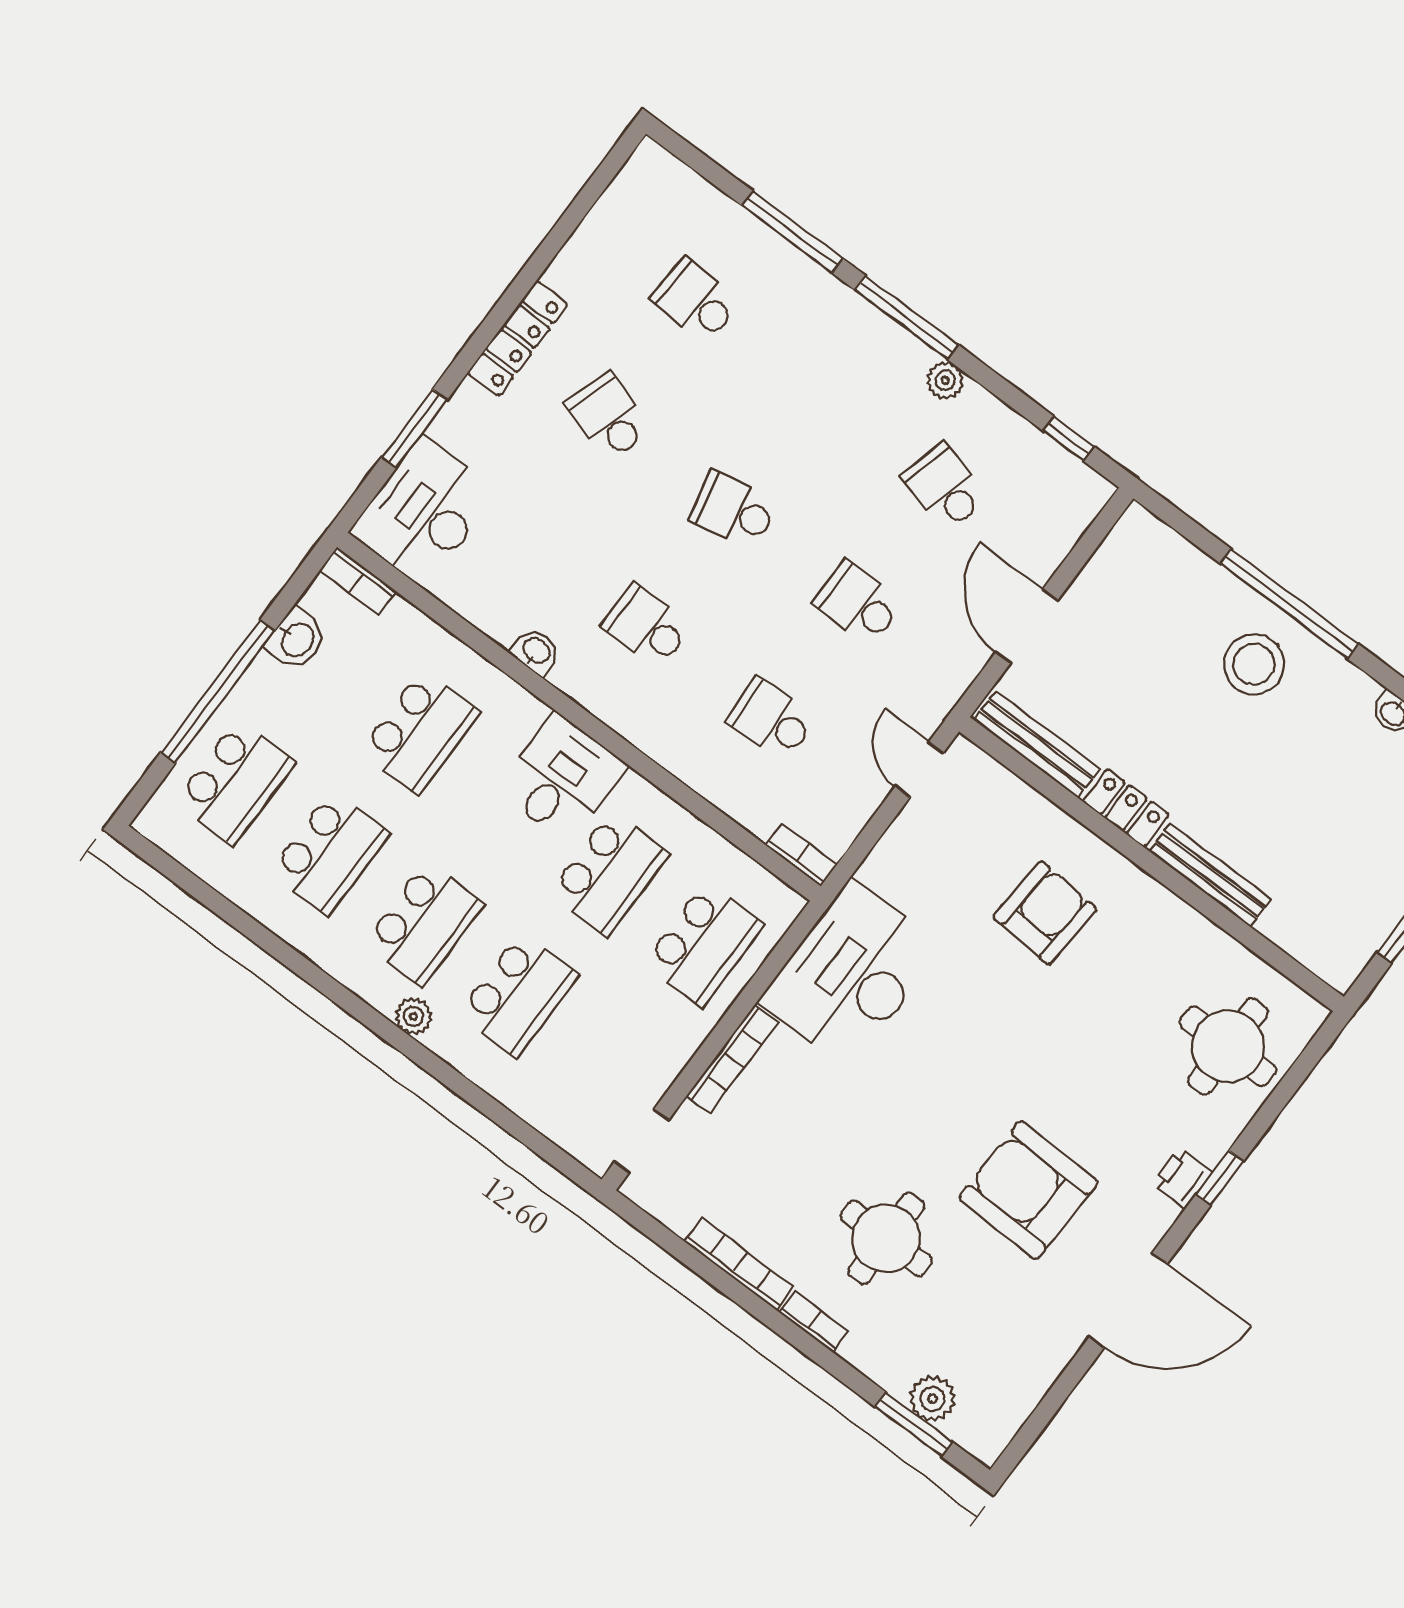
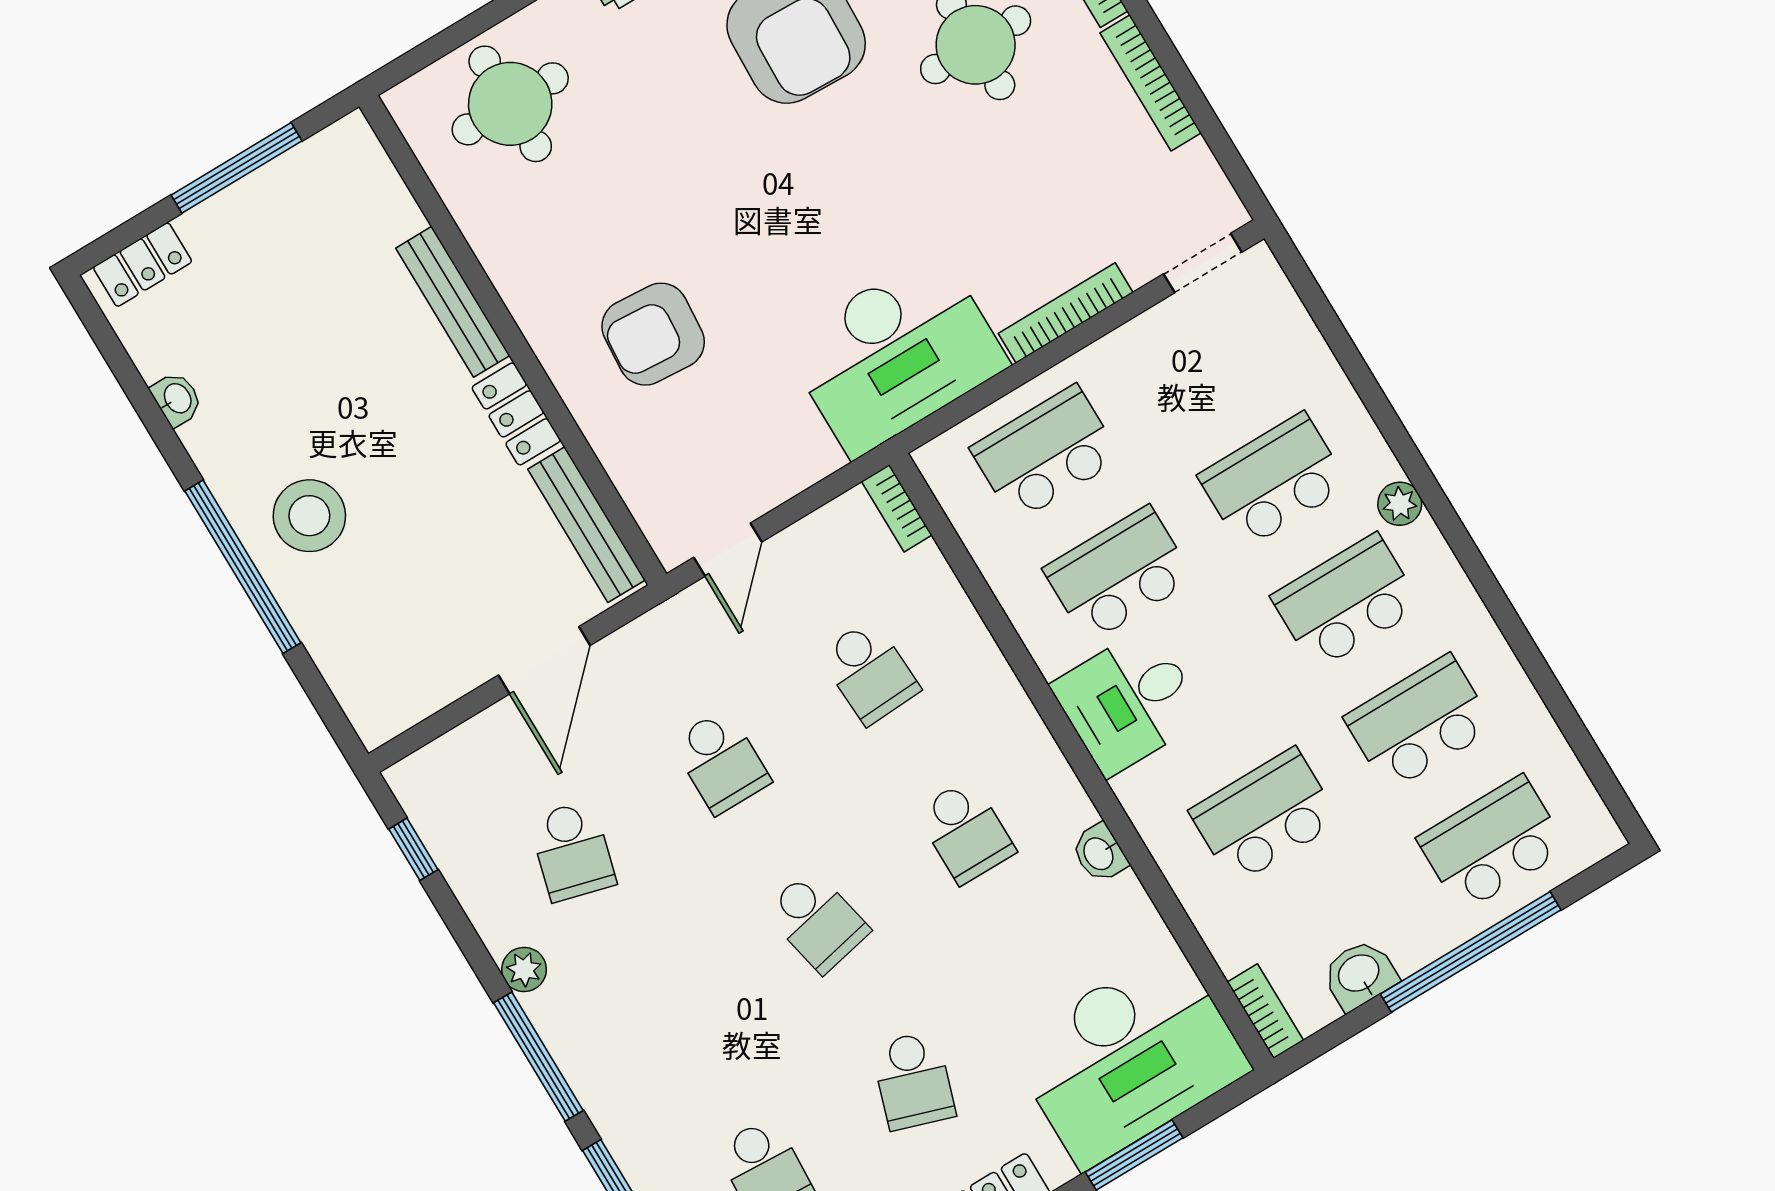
desk: (424, 512) -> (1129, 1057), width x1.36, depth x1.30

